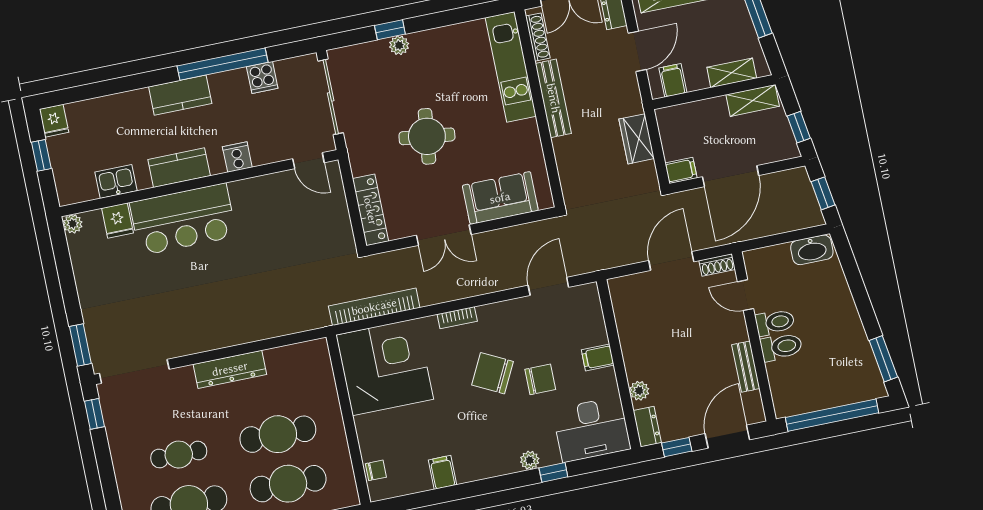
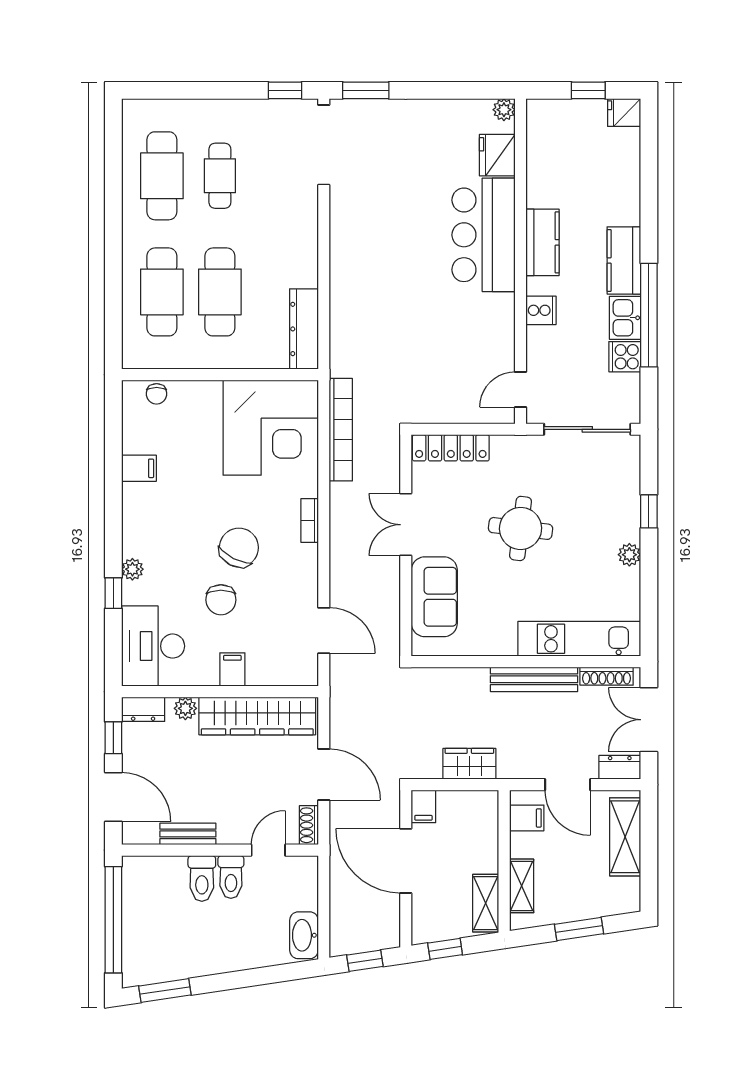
plant: (399, 45) -> (629, 555), moved
kitchen sink: (116, 181) -> (625, 318), moved, turned 180
fridge: (118, 221) -> (497, 155), width x1.38
wardrobe: (633, 328) -> (257, 716), added
dresser: (230, 369) -> (304, 329), moved

